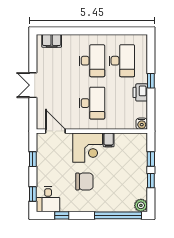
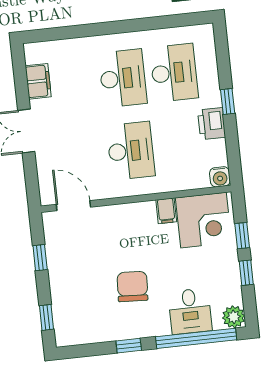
filing cabinet: (52, 41) -> (38, 81), moved, turned -90
corner desk: (88, 148) -> (204, 220), moved
chair: (84, 181) -> (132, 286), turned -87
desk: (48, 199) -> (190, 311), moved
window: (62, 215) -> (129, 346), moved

